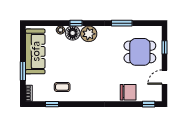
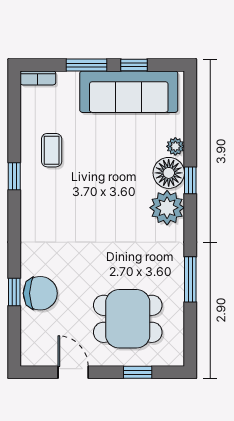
window: (23, 49) -> (134, 65), added
dining table: (140, 52) -> (128, 319), turned 90
chair: (128, 92) -> (40, 293), turned -90
window: (52, 104) -> (14, 176), moved
window: (149, 104) -> (14, 292), moved

